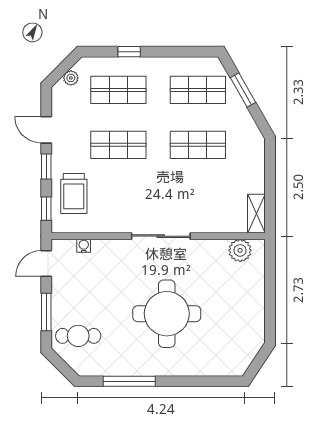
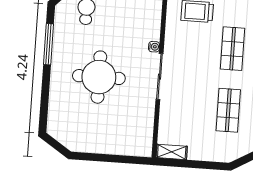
water cooler: (84, 246) -> (154, 47), moved
plant: (240, 250) -> (144, 137), removed

